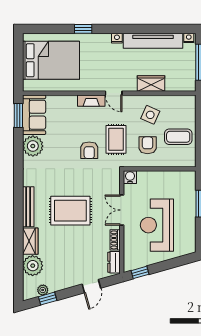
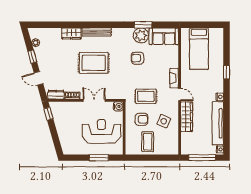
bed: (51, 60) -> (199, 49), width x0.67
wardrobe: (151, 84) -> (187, 117), width x1.50
door: (114, 93) -> (180, 94), swing flipped
window: (18, 115) -> (143, 25), moved
armchair: (89, 150) -> (138, 58), moved
rug: (70, 211) -> (94, 63), turned 90
reception desk: (157, 225) -> (101, 132), moved
plant: (33, 266) -> (53, 35), removed
window: (48, 299) -> (32, 57), moved

